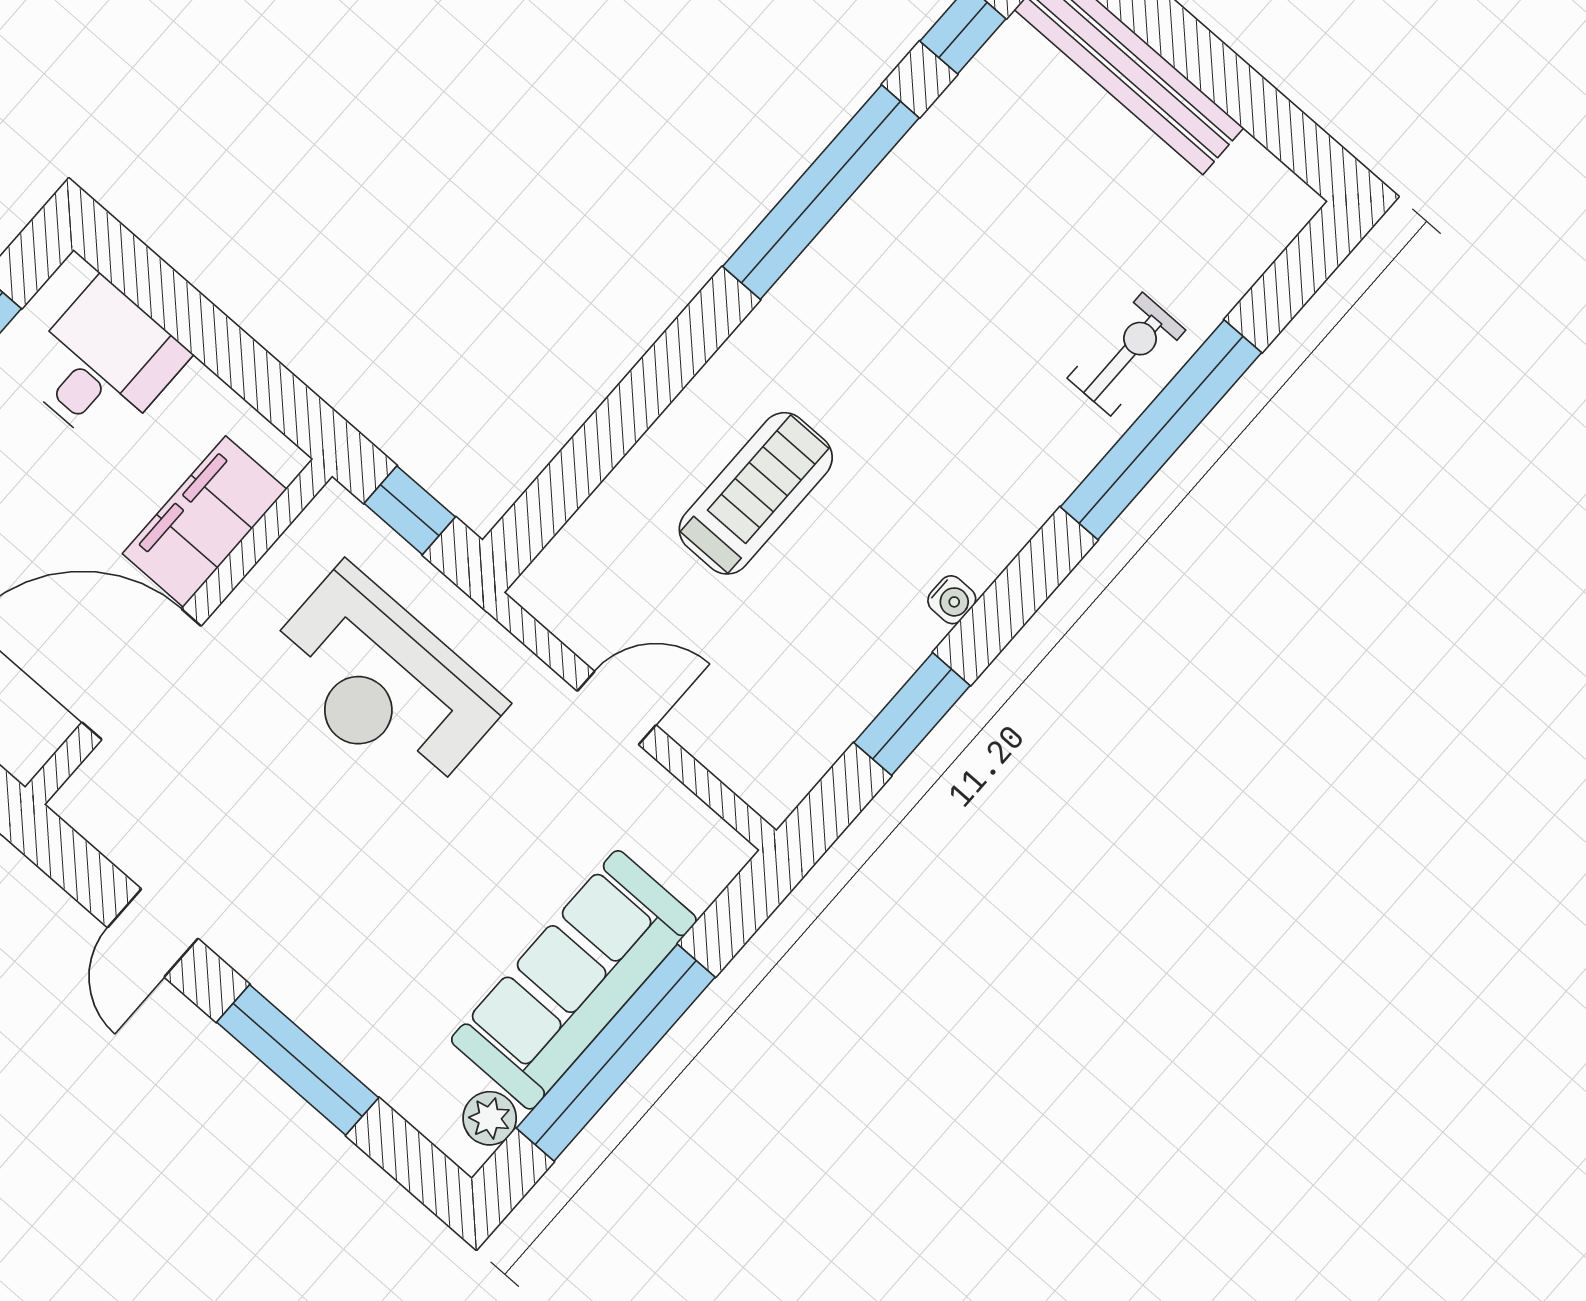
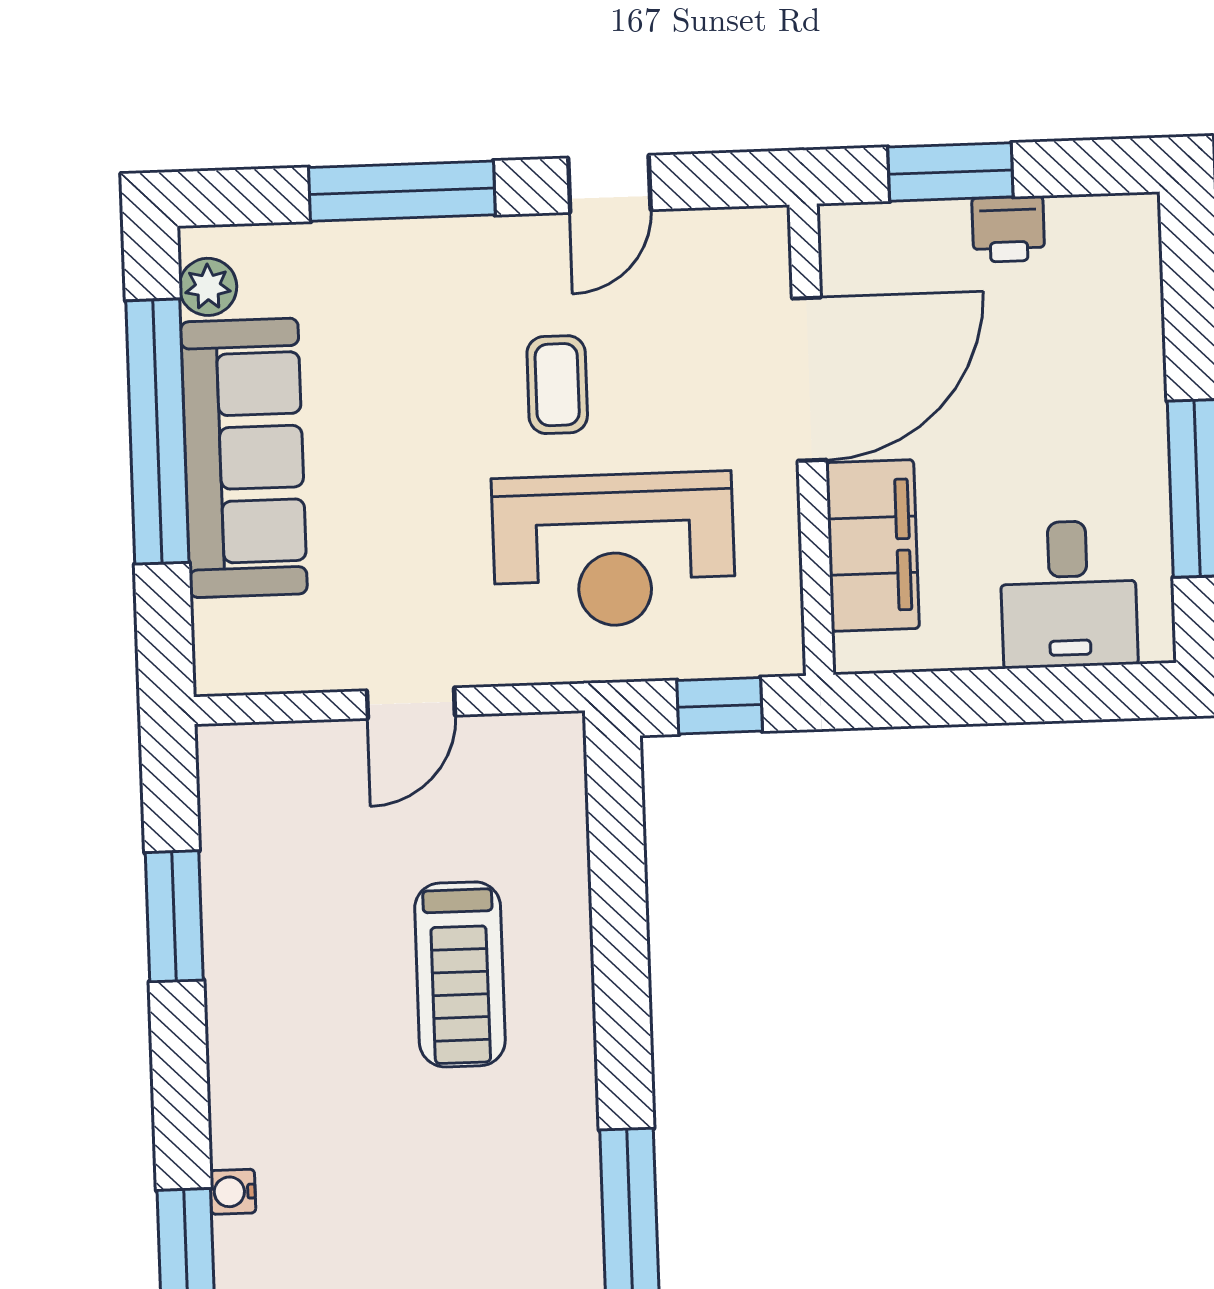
water cooler: (952, 600) -> (233, 1192), moved
reception desk: (382, 683) -> (614, 550), turned 180
coffee table: (316, 830) -> (557, 385), added
door: (153, 933) -> (609, 184), swing flipped

